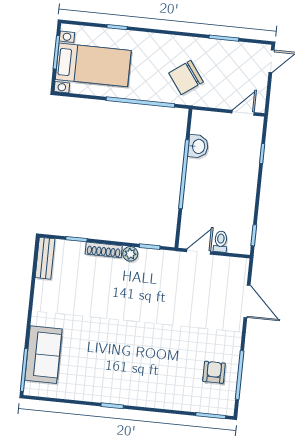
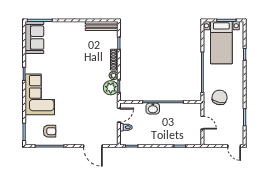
chair: (186, 77) -> (220, 97), turned 48
door: (243, 113) -> (202, 123), moved
washbasin: (198, 146) -> (153, 108), moved
door: (199, 252) -> (119, 115), hinge flipped
bench: (45, 258) -> (102, 26), width x1.36
plant: (151, 261) -> (111, 88), added
door: (247, 301) -> (93, 146), hinge flipped
sofa: (43, 355) -> (34, 38), moved, turned -90
corner sofa: (150, 383) -> (40, 94), added

